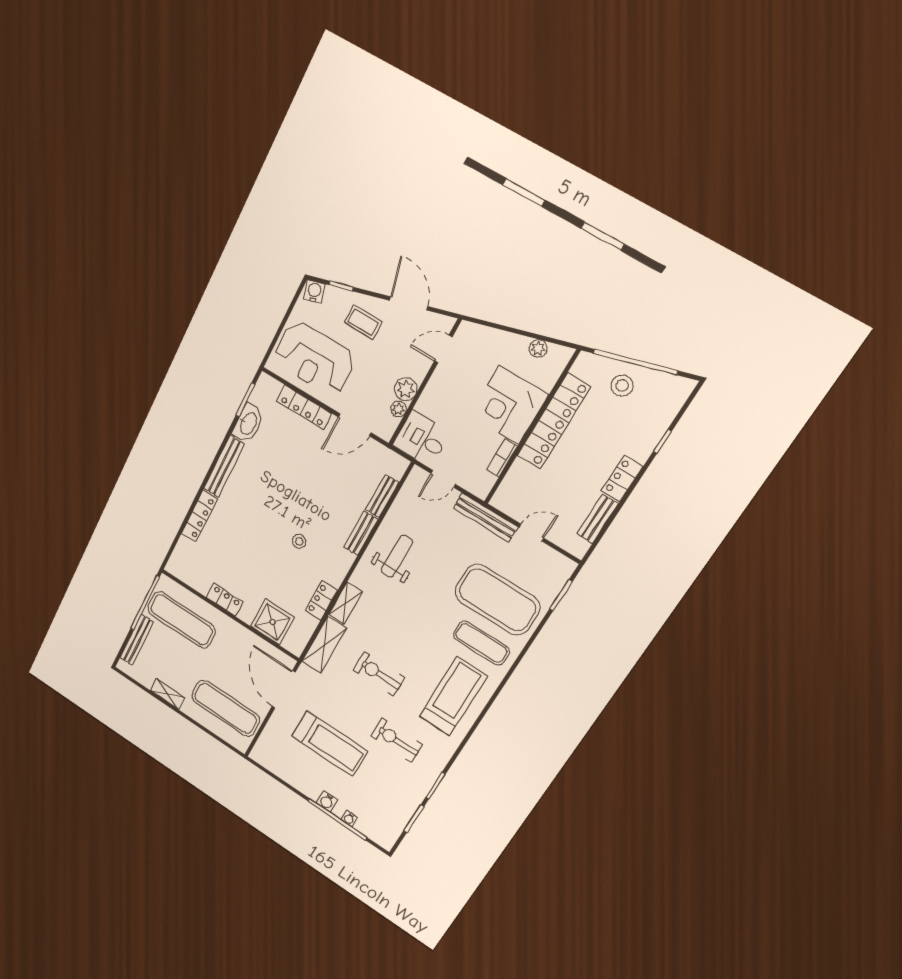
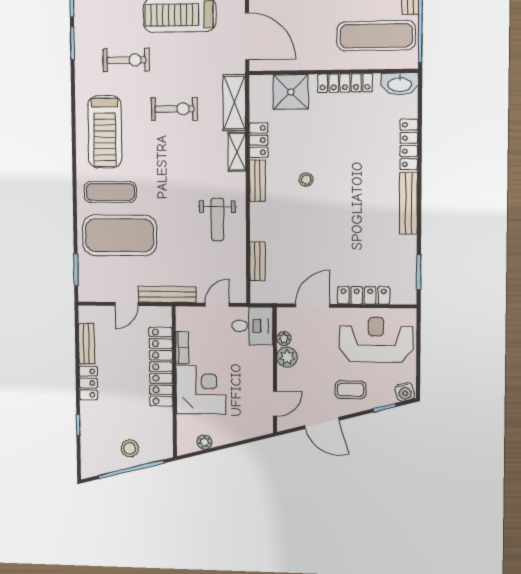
locker: (554, 421) -> (161, 367), moved
washbasin: (248, 423) -> (400, 84), moved, turned -90
bench: (361, 533) -> (258, 181), moved
locker: (225, 600) -> (345, 83), width x1.53

